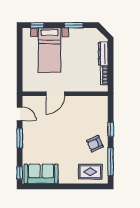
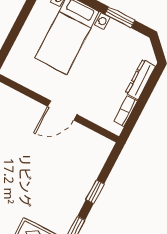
door: (55, 94) -> (62, 110), moved
armchair: (95, 144) -> (62, 201), removed

